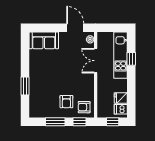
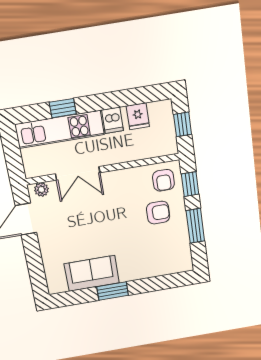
sofa: (44, 40) -> (92, 273), moved, turned -90
window: (25, 86) -> (113, 291), moved
dishwasher: (121, 109) -> (113, 120), moved

